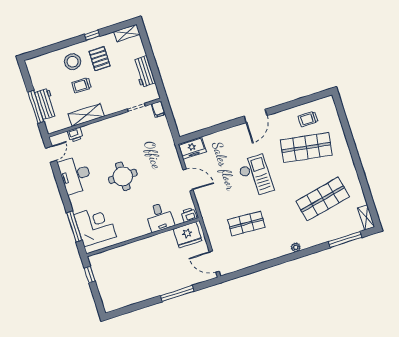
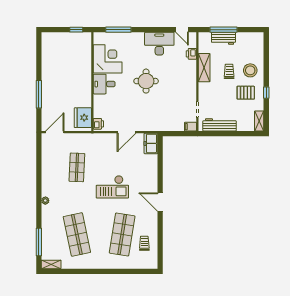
workbench: (144, 71) -> (220, 125), width x1.38
desk: (160, 217) -> (104, 84), moved
corner desk: (95, 226) -> (108, 59), moved, turned -90

